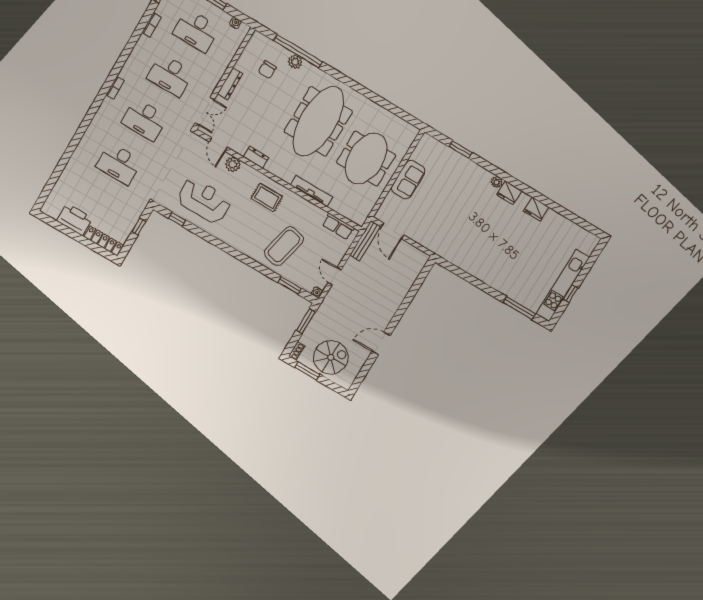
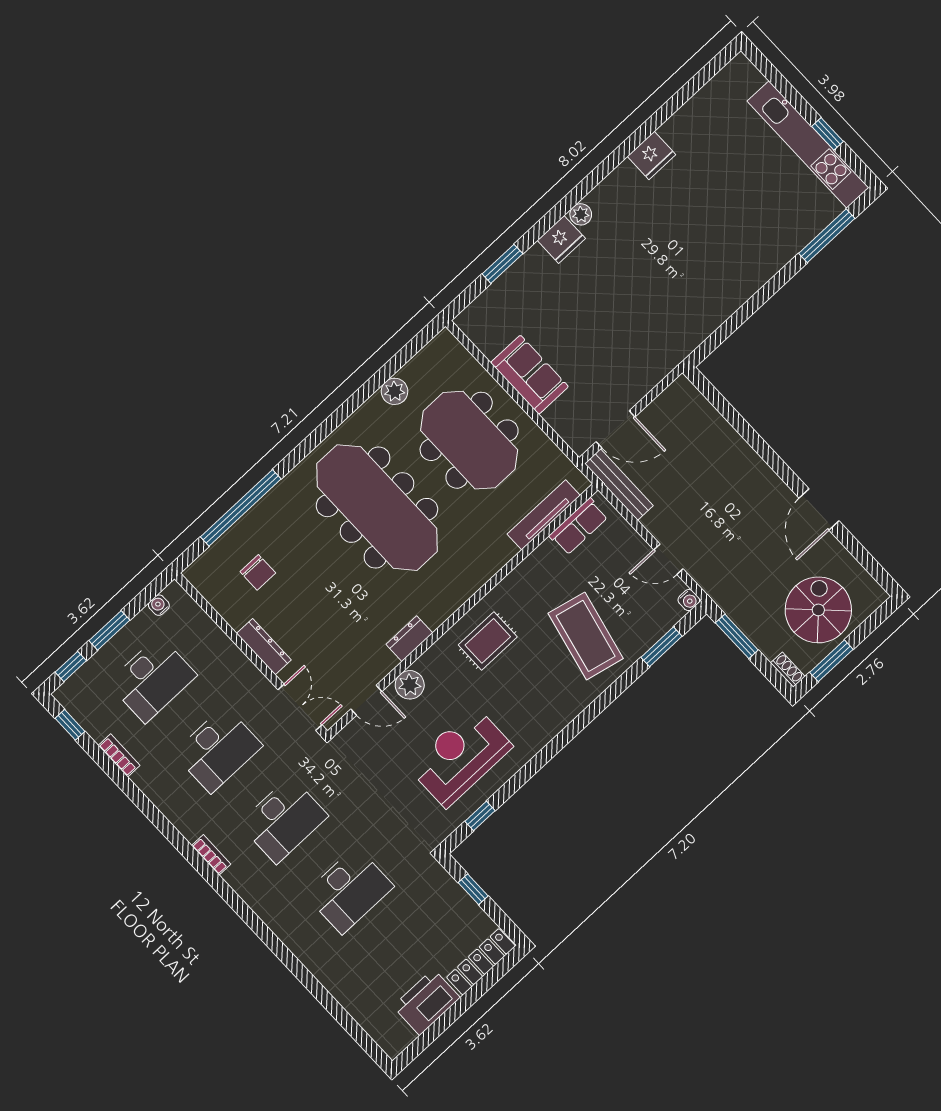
plant: (295, 62) -> (395, 391), moved
tv unit: (312, 191) -> (544, 515), moved
fridge: (509, 193) -> (561, 239), moved

